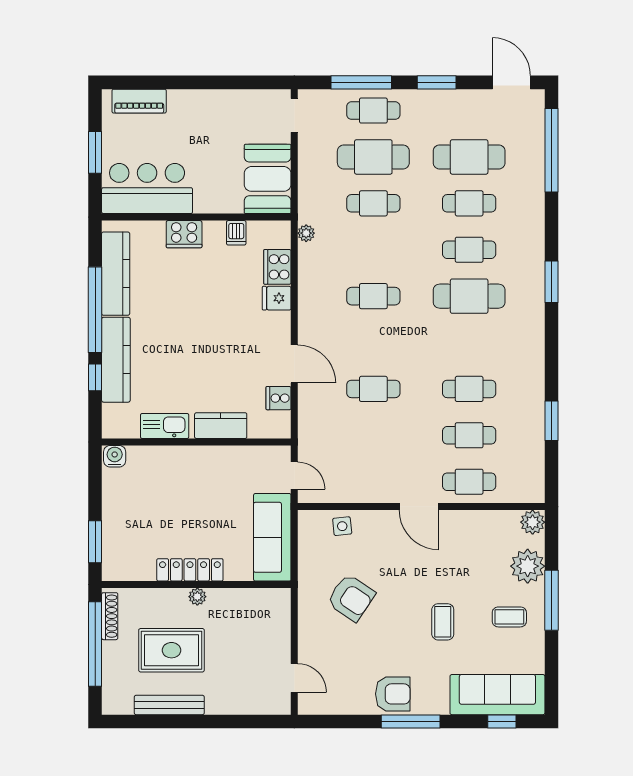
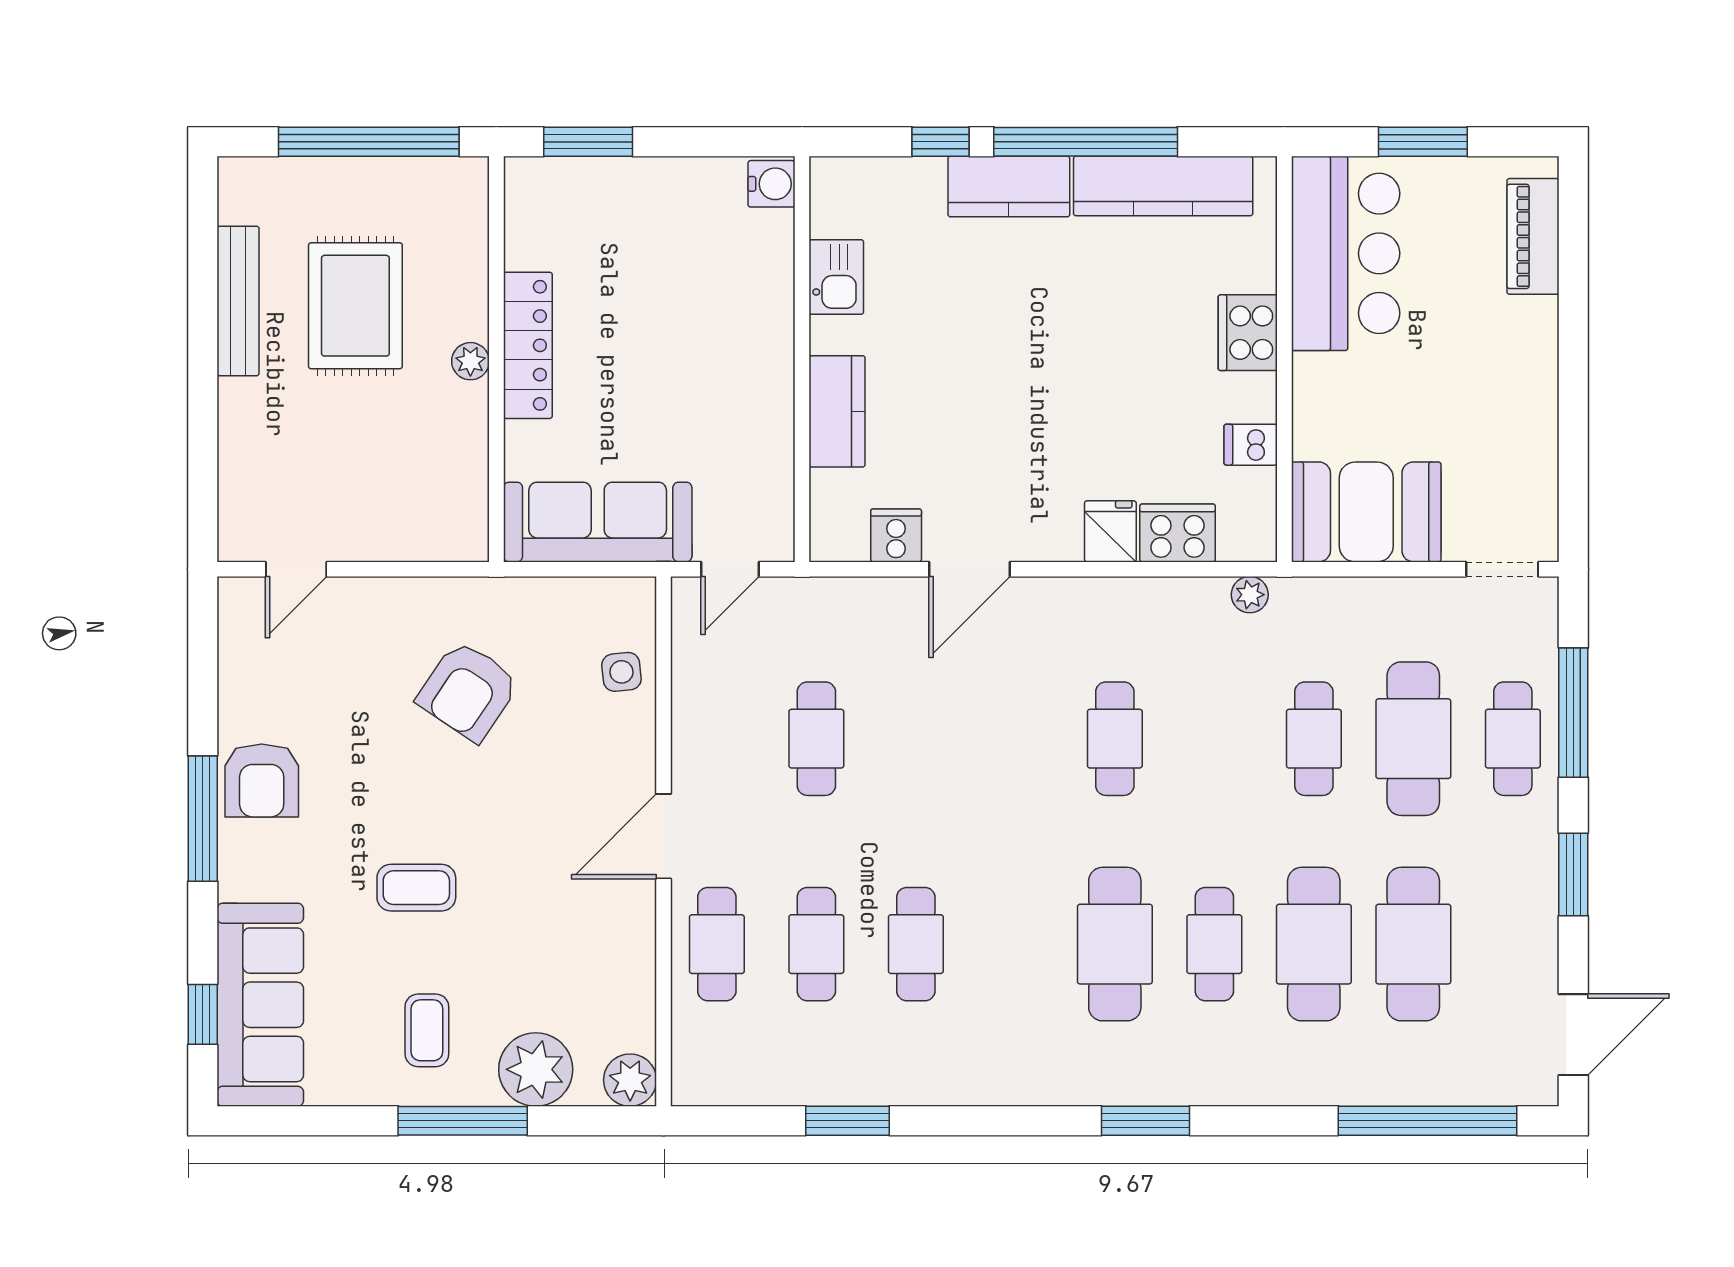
cafe table: (469, 203) -> (1314, 944), width x1.37, depth x1.35
kitchen counter: (116, 360) -> (1009, 186), width x0.67
cafe table: (373, 389) -> (816, 739), moved
kitchen sink: (165, 426) -> (836, 277), width x0.73
shoe rack: (110, 616) -> (429, 173), removed

